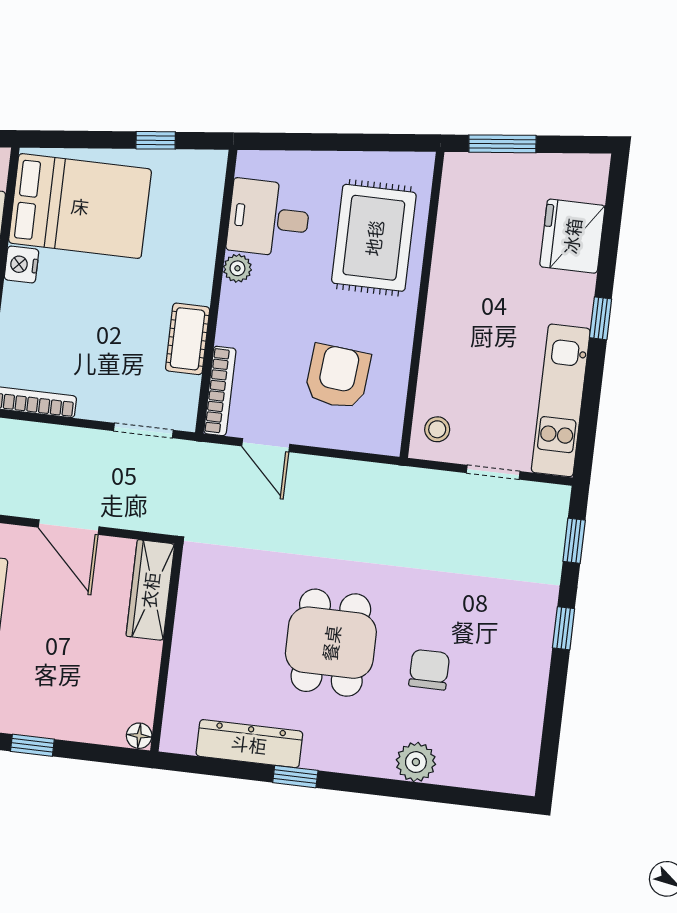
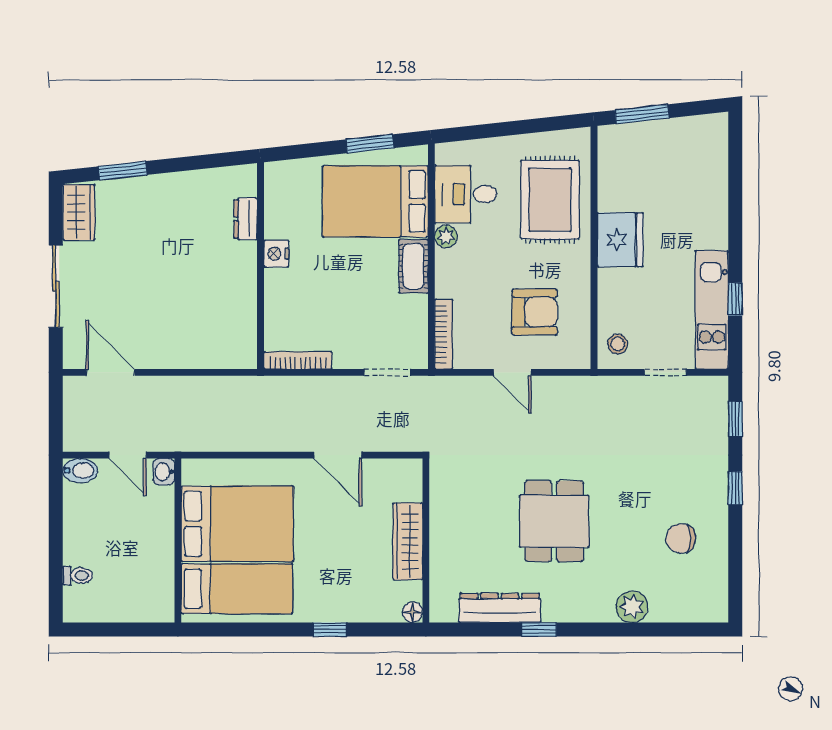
window: (156, 140) -> (370, 144), width x1.50
bed: (80, 206) -> (375, 201), moved, turned 180
fridge: (572, 236) -> (620, 240), moved, turned 180
window: (601, 318) -> (735, 299), moved
cot: (188, 339) -> (413, 266), moved
armchair: (338, 377) -> (535, 312), turned 85
door: (266, 445) -> (512, 372), moved
wardrobe: (150, 590) -> (408, 541), moved
chair: (429, 670) -> (681, 538), moved, turned -90

